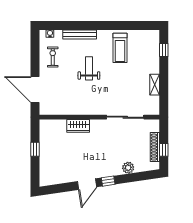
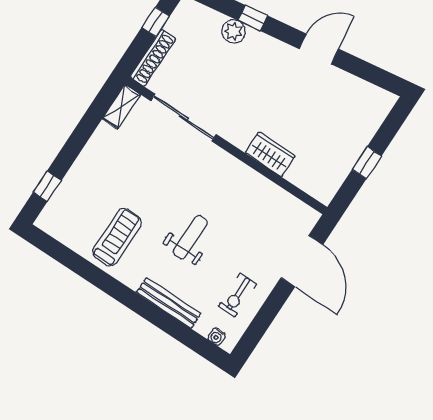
weight bench: (89, 68) -> (190, 237), turned 180
shelving: (155, 85) -> (121, 107), moved
shoe rack: (155, 147) -> (153, 58), moved
window: (108, 181) -> (253, 18), moved

